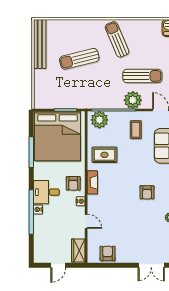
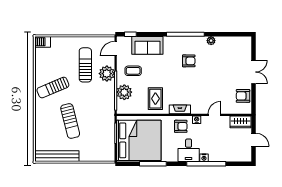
plant: (99, 120) -> (124, 92), moved
double door: (151, 265) -> (254, 72), moved

